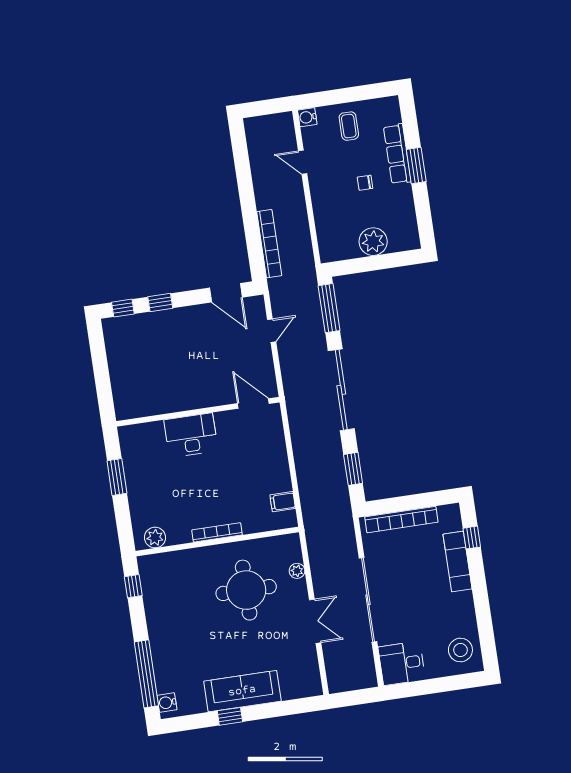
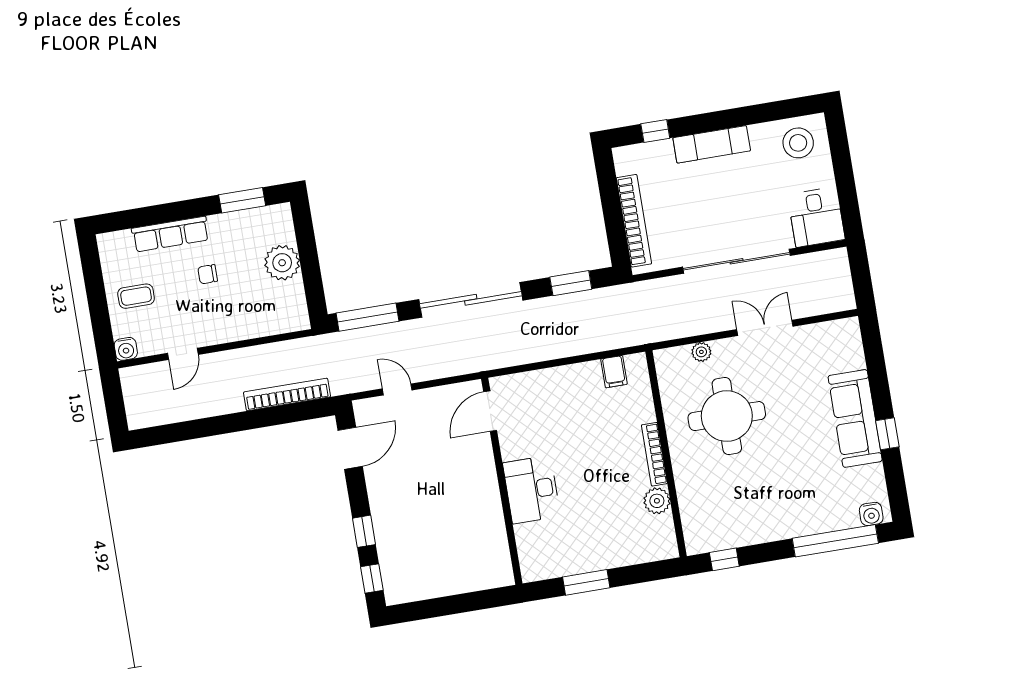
window: (416, 166) -> (242, 200), moved
chair: (365, 183) -> (208, 274), turned 90
plant: (155, 538) -> (657, 501), moved
exam couch: (458, 562) -> (712, 144), moved

